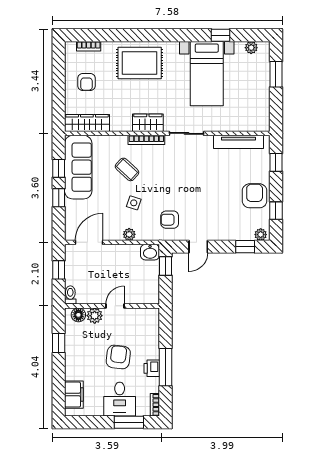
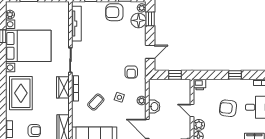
bed with nightstands: (207, 74) -> (28, 46), width x1.36
floor lamp: (243, 230) -> (139, 20), added
door: (198, 247) -> (150, 52), hinge flipped
washbasin: (150, 252) -> (154, 107), moved
window: (165, 266) -> (175, 75), moved
window: (165, 367) -> (235, 75), width x0.46
printer: (152, 368) -> (200, 85), moved

